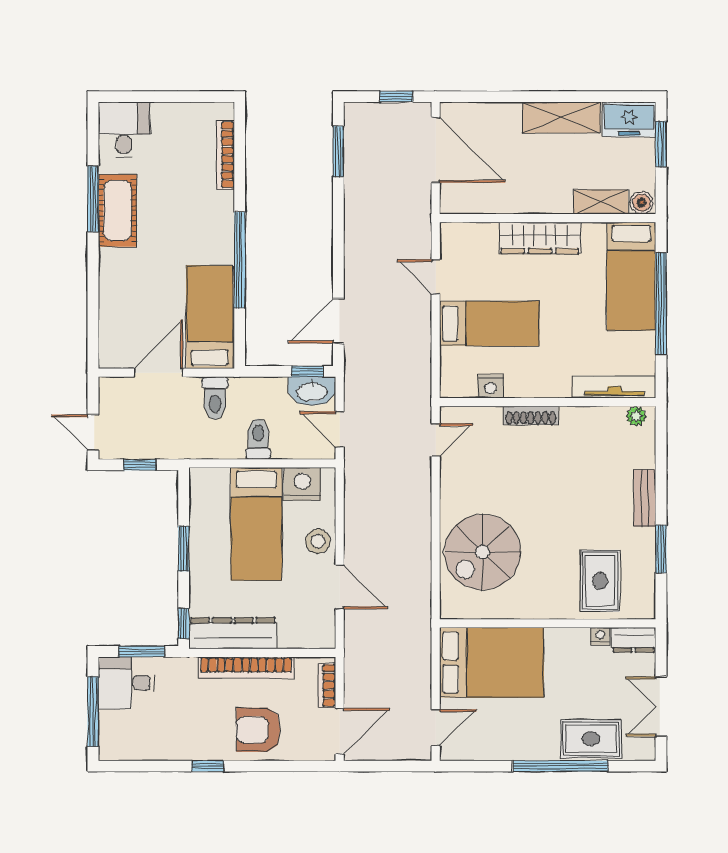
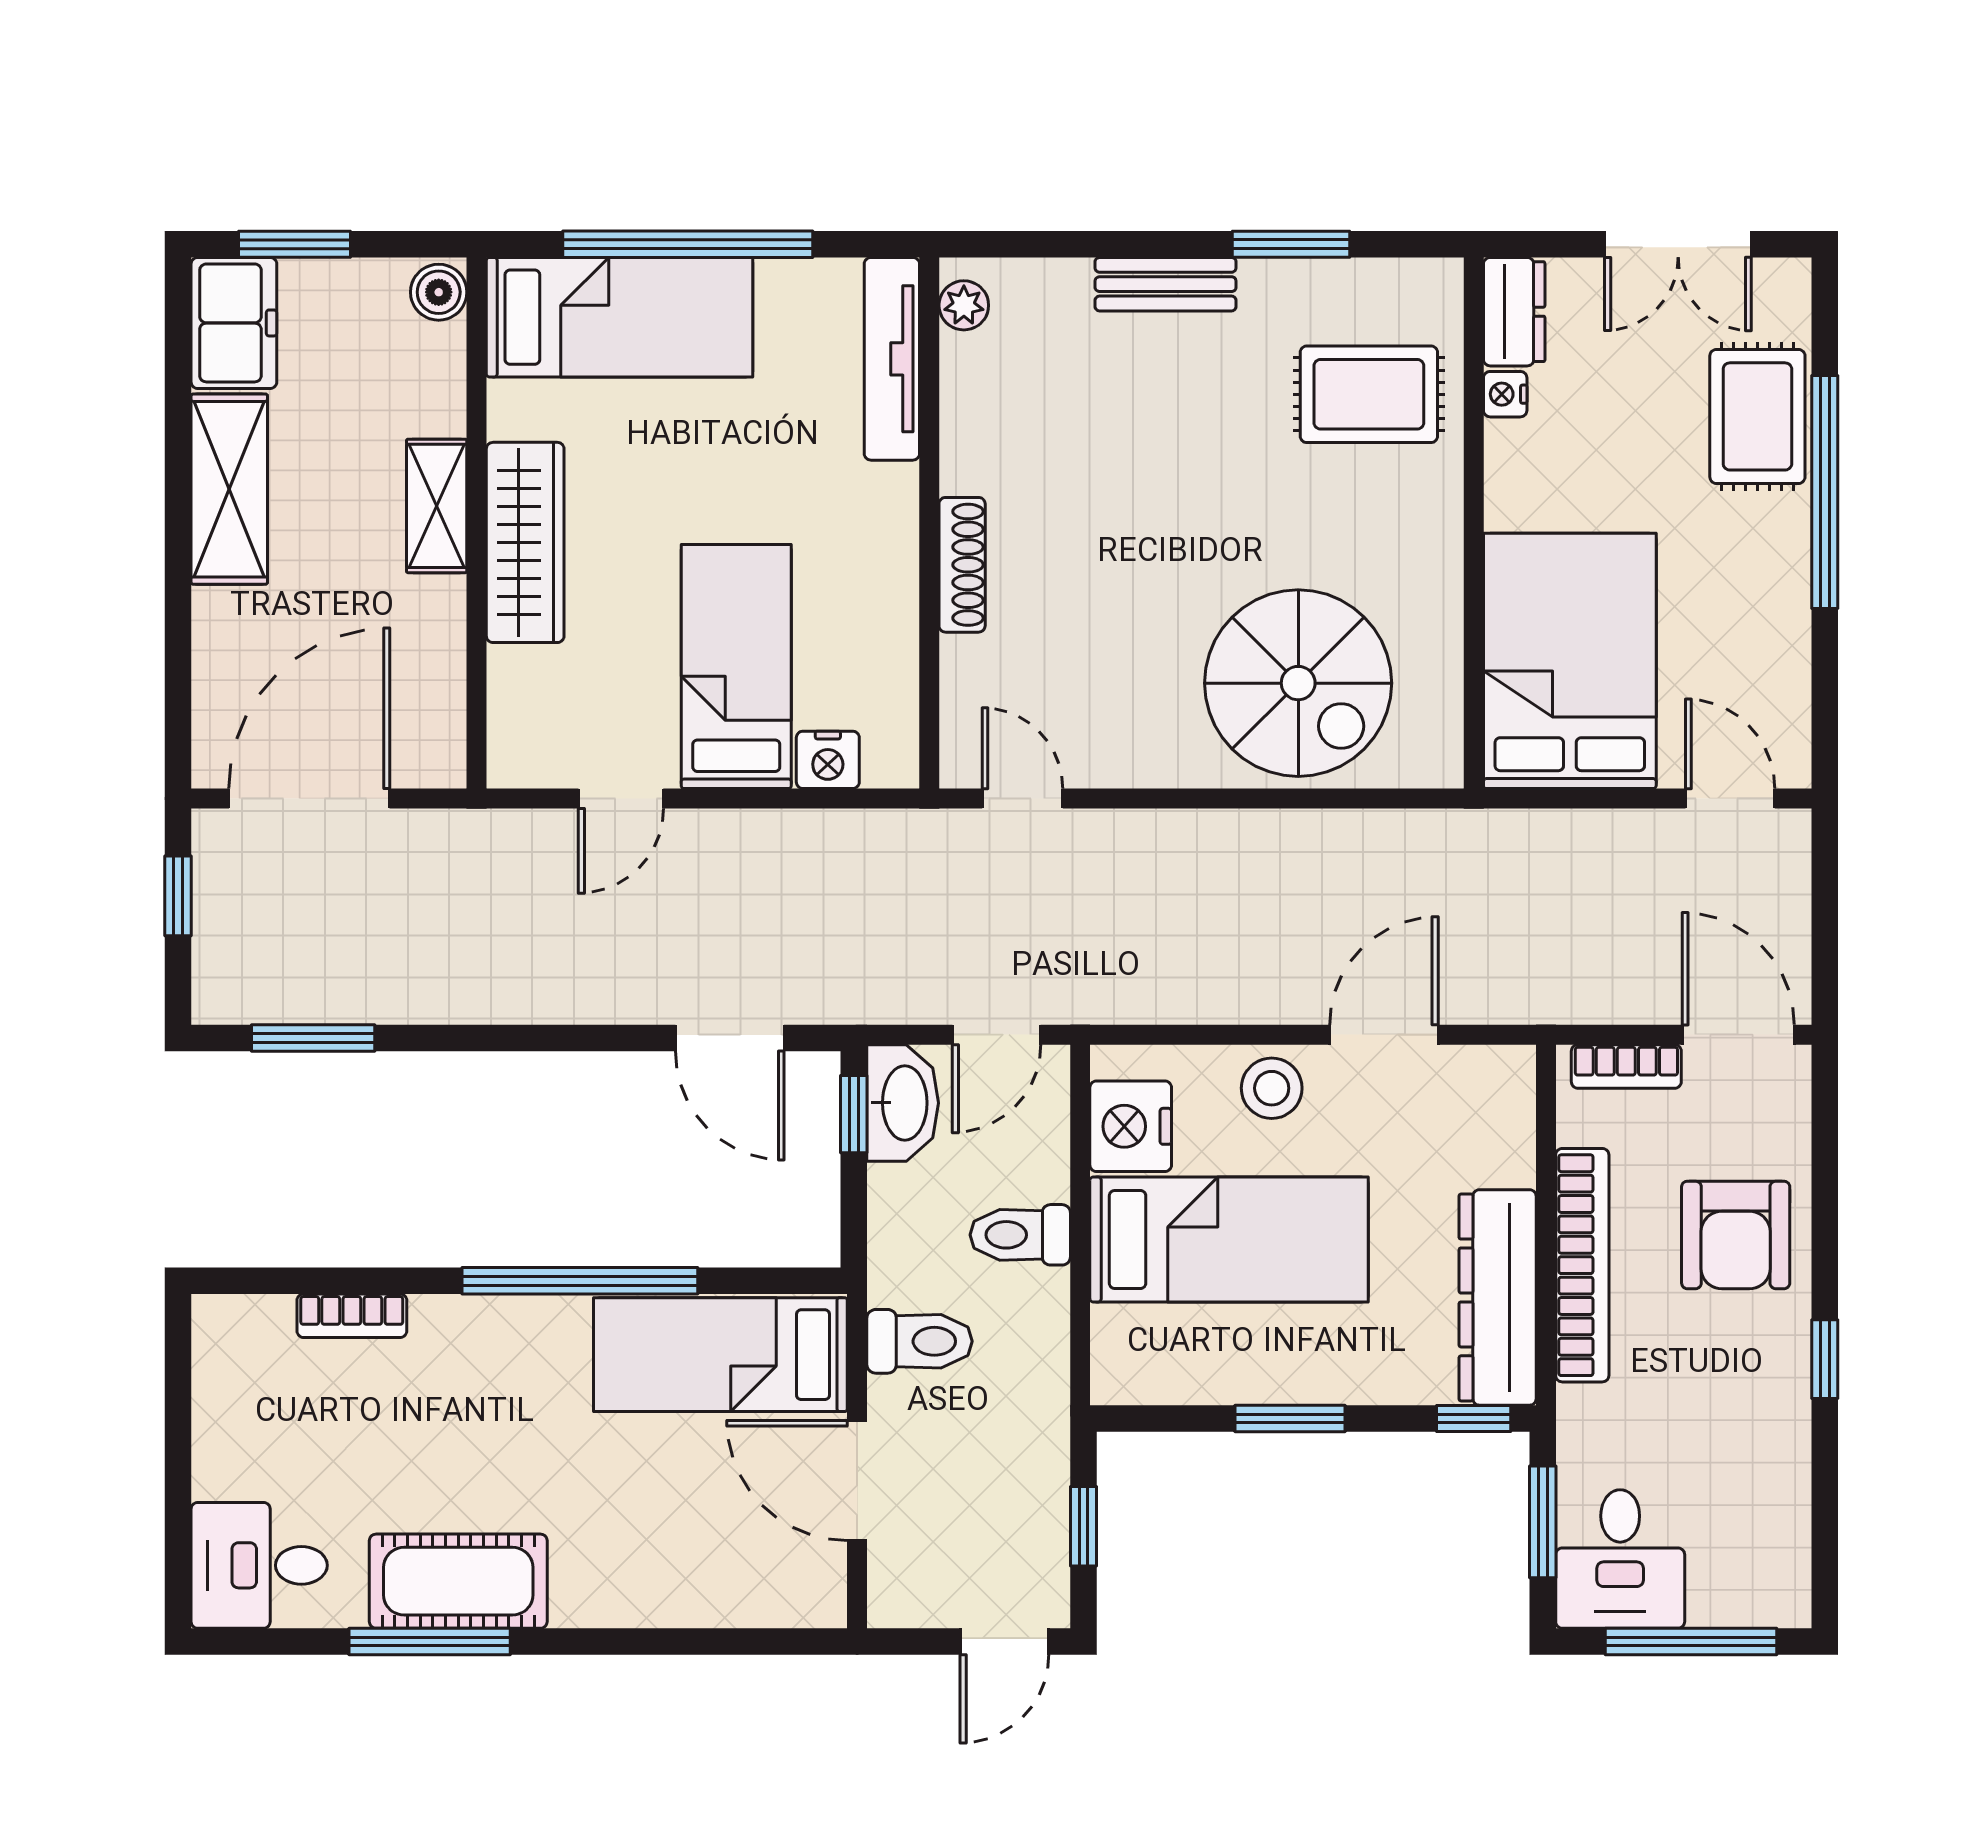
bookcase: (225, 155) -> (352, 1316), width x0.64
shelving: (601, 202) -> (437, 506), moved
nightstand: (491, 386) -> (828, 760), moved, turned 90

